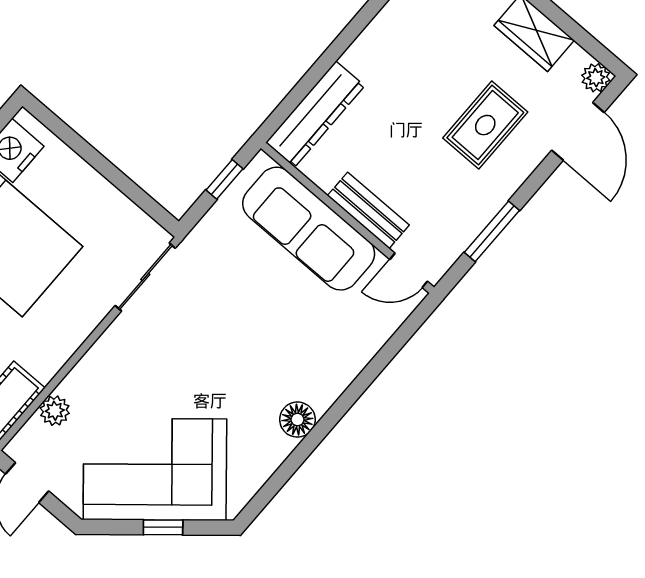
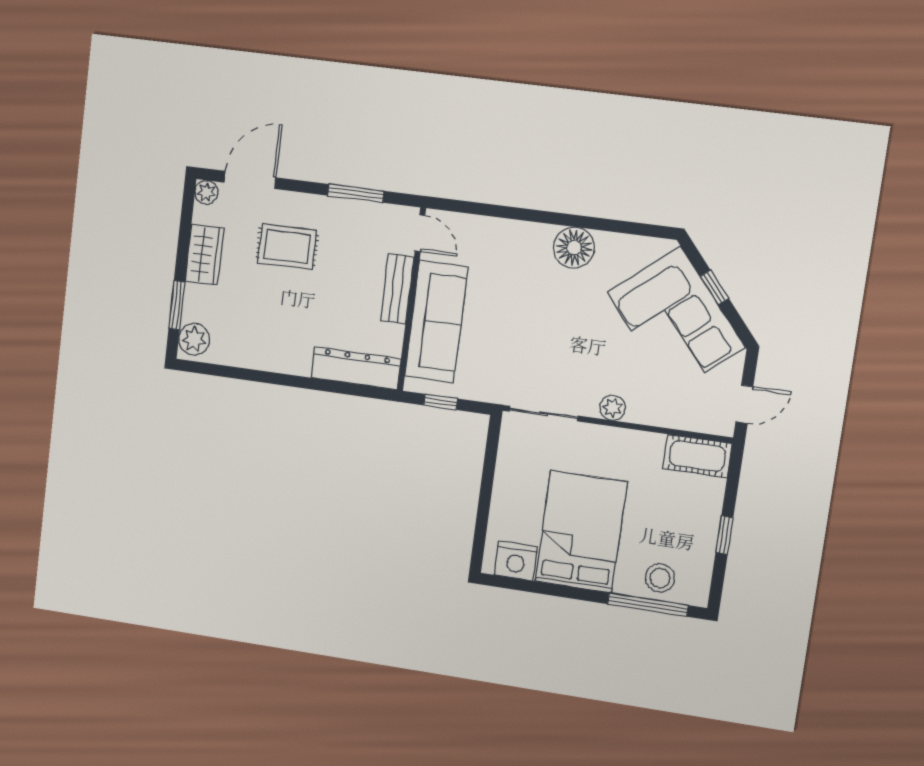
plant: (55, 411) -> (613, 408), moved
floor lamp: (297, 420) -> (574, 248), width x1.38, depth x1.38

